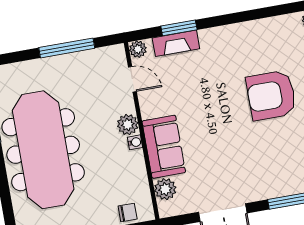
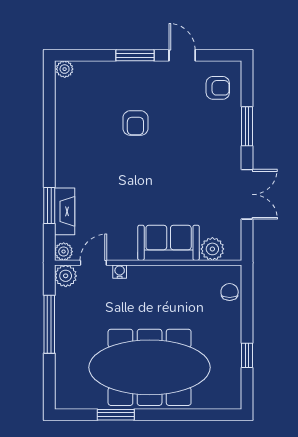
armchair: (271, 95) -> (135, 123), width x0.53, depth x0.53
plant: (128, 125) -> (66, 276), moved
water cooler: (135, 142) -> (120, 272), moved

